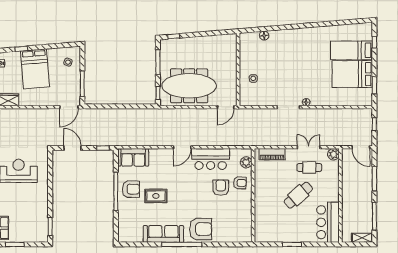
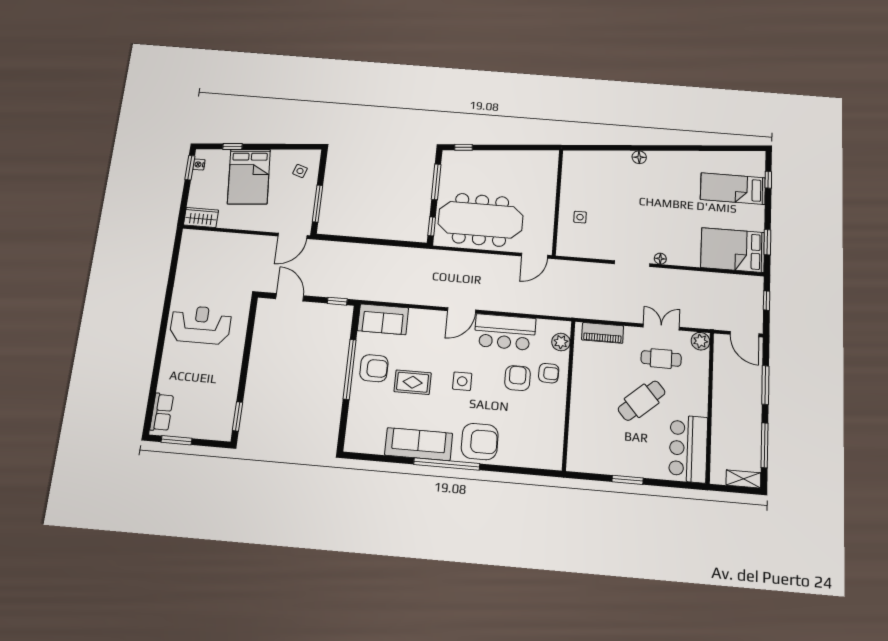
floor lamp: (264, 36) -> (639, 157), moved
bed: (352, 74) -> (733, 250), moved
side table: (187, 193) -> (462, 381), added

